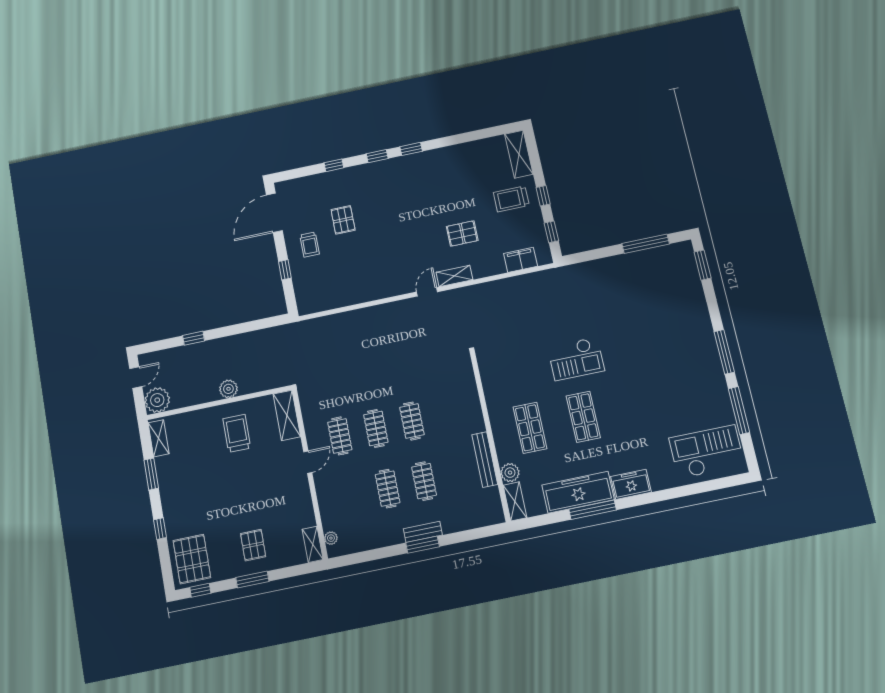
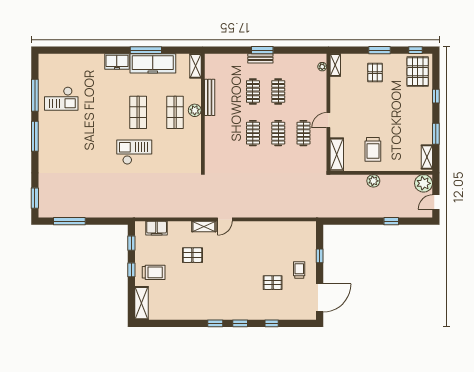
pallet: (343, 220) -> (273, 283), turned 90
checkout: (707, 452) -> (61, 99), moved, width x0.73, depth x0.83
plant: (510, 473) -> (195, 110), moved

